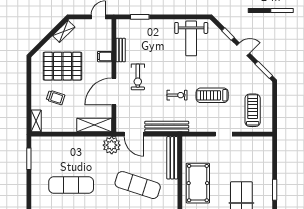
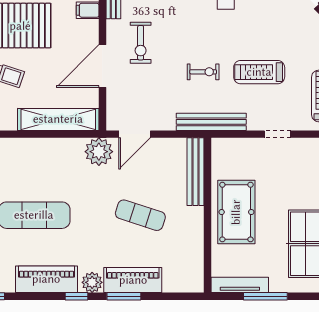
shelving: (94, 125) -> (58, 119), width x1.47
bench: (167, 127) -> (211, 122), moved
door: (134, 134) -> (135, 134), hinge flipped
exercise mat: (138, 185) -> (140, 215), width x0.73, depth x0.69

